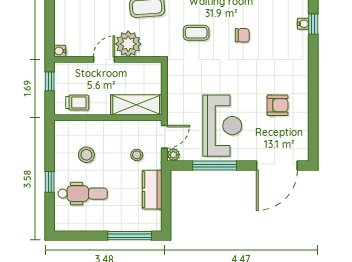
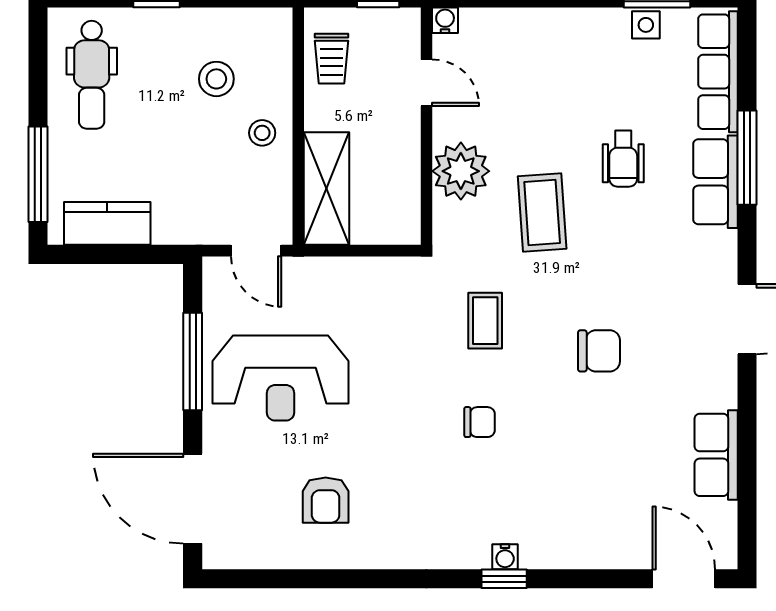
chair: (242, 35) -> (480, 422), turned -90
door: (104, 59) -> (426, 83), moved
stool: (137, 155) -> (262, 133), moved
plant: (173, 155) -> (216, 271), removed
kitchen counter: (152, 190) -> (107, 223), moved
dental chair: (83, 194) -> (92, 75), moved

